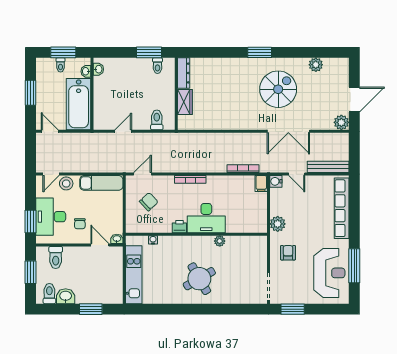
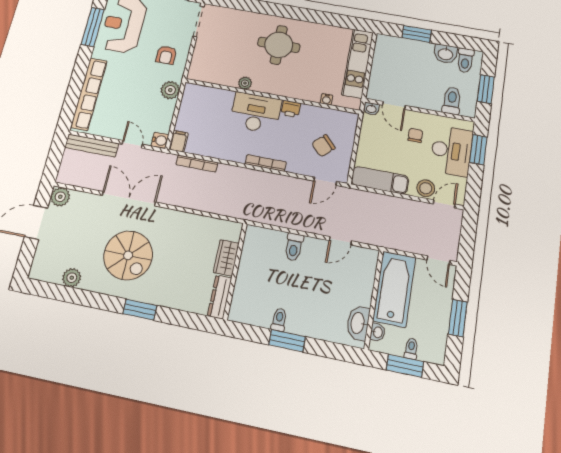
washbasin: (98, 69) -> (358, 323), width x1.91, depth x1.45
dresser: (184, 73) -> (220, 297), moved
spiral stairs: (278, 89) -> (128, 255), turned -90
wall: (176, 94) -> (235, 271), moved
wardrobe: (185, 102) -> (226, 258), moved
round table: (199, 279) -> (279, 45), turned 30

